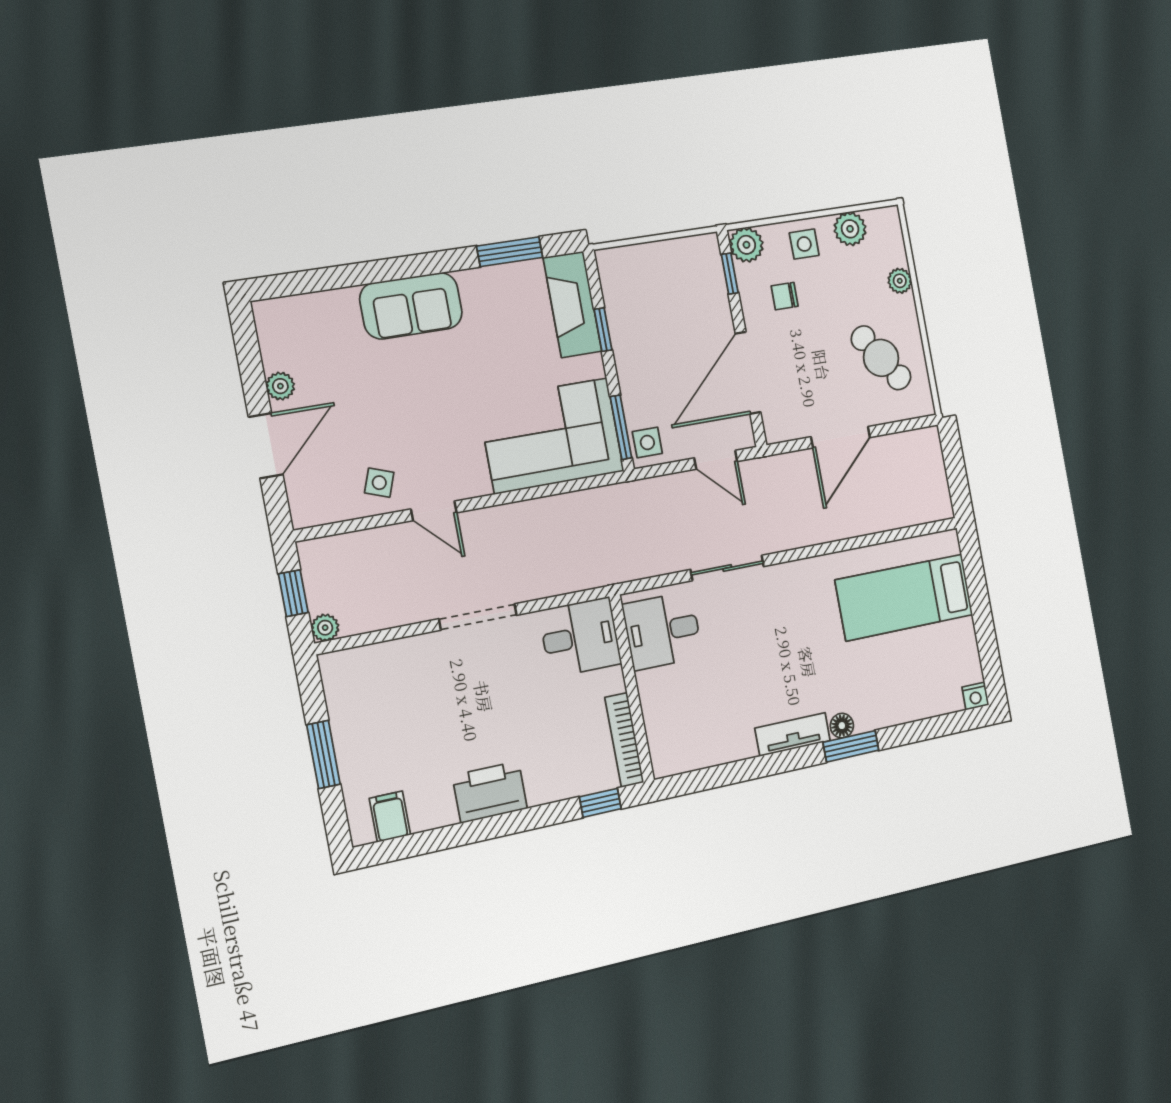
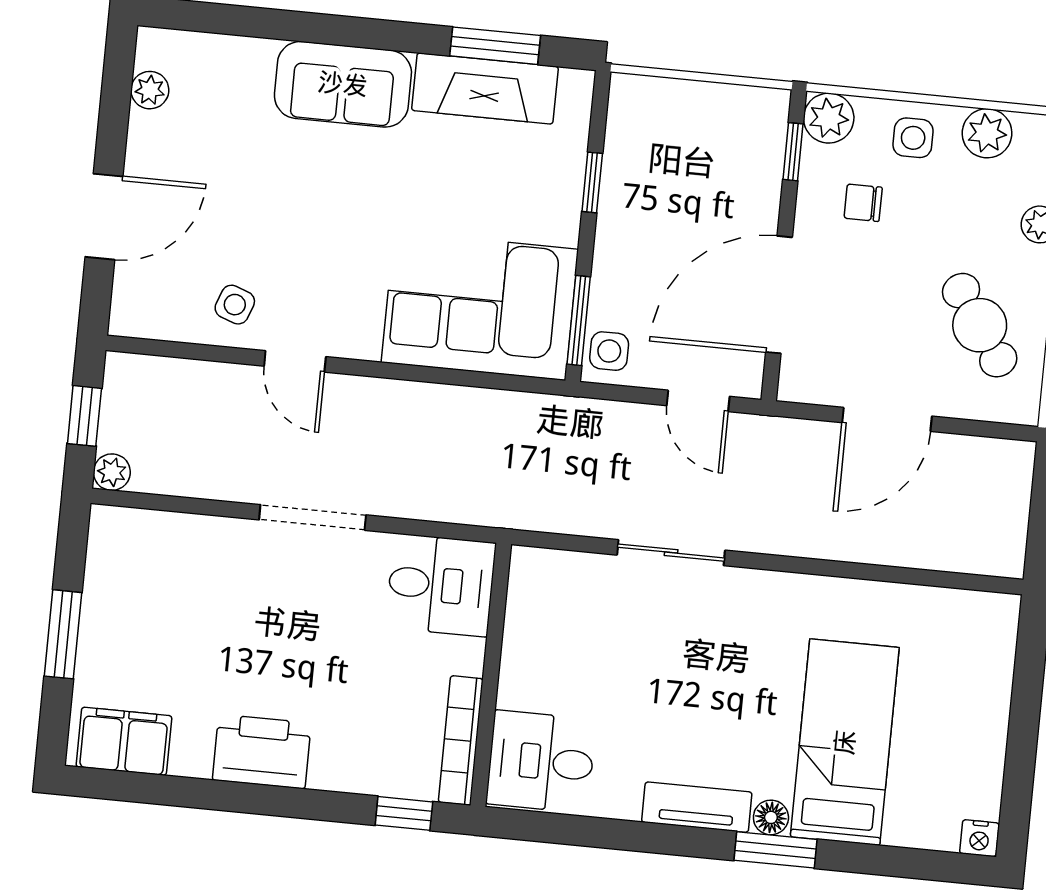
fireplace: (572, 304) -> (485, 88), moved, turned -90
plant: (280, 386) -> (150, 90), moved
bed: (904, 597) -> (845, 742), moved, turned 90
desk: (663, 631) -> (541, 762), moved
filing cabinet: (390, 817) -> (124, 741), width x2.00

